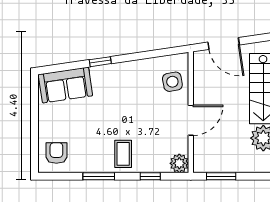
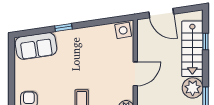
side table: (172, 82) -> (123, 30), moved

